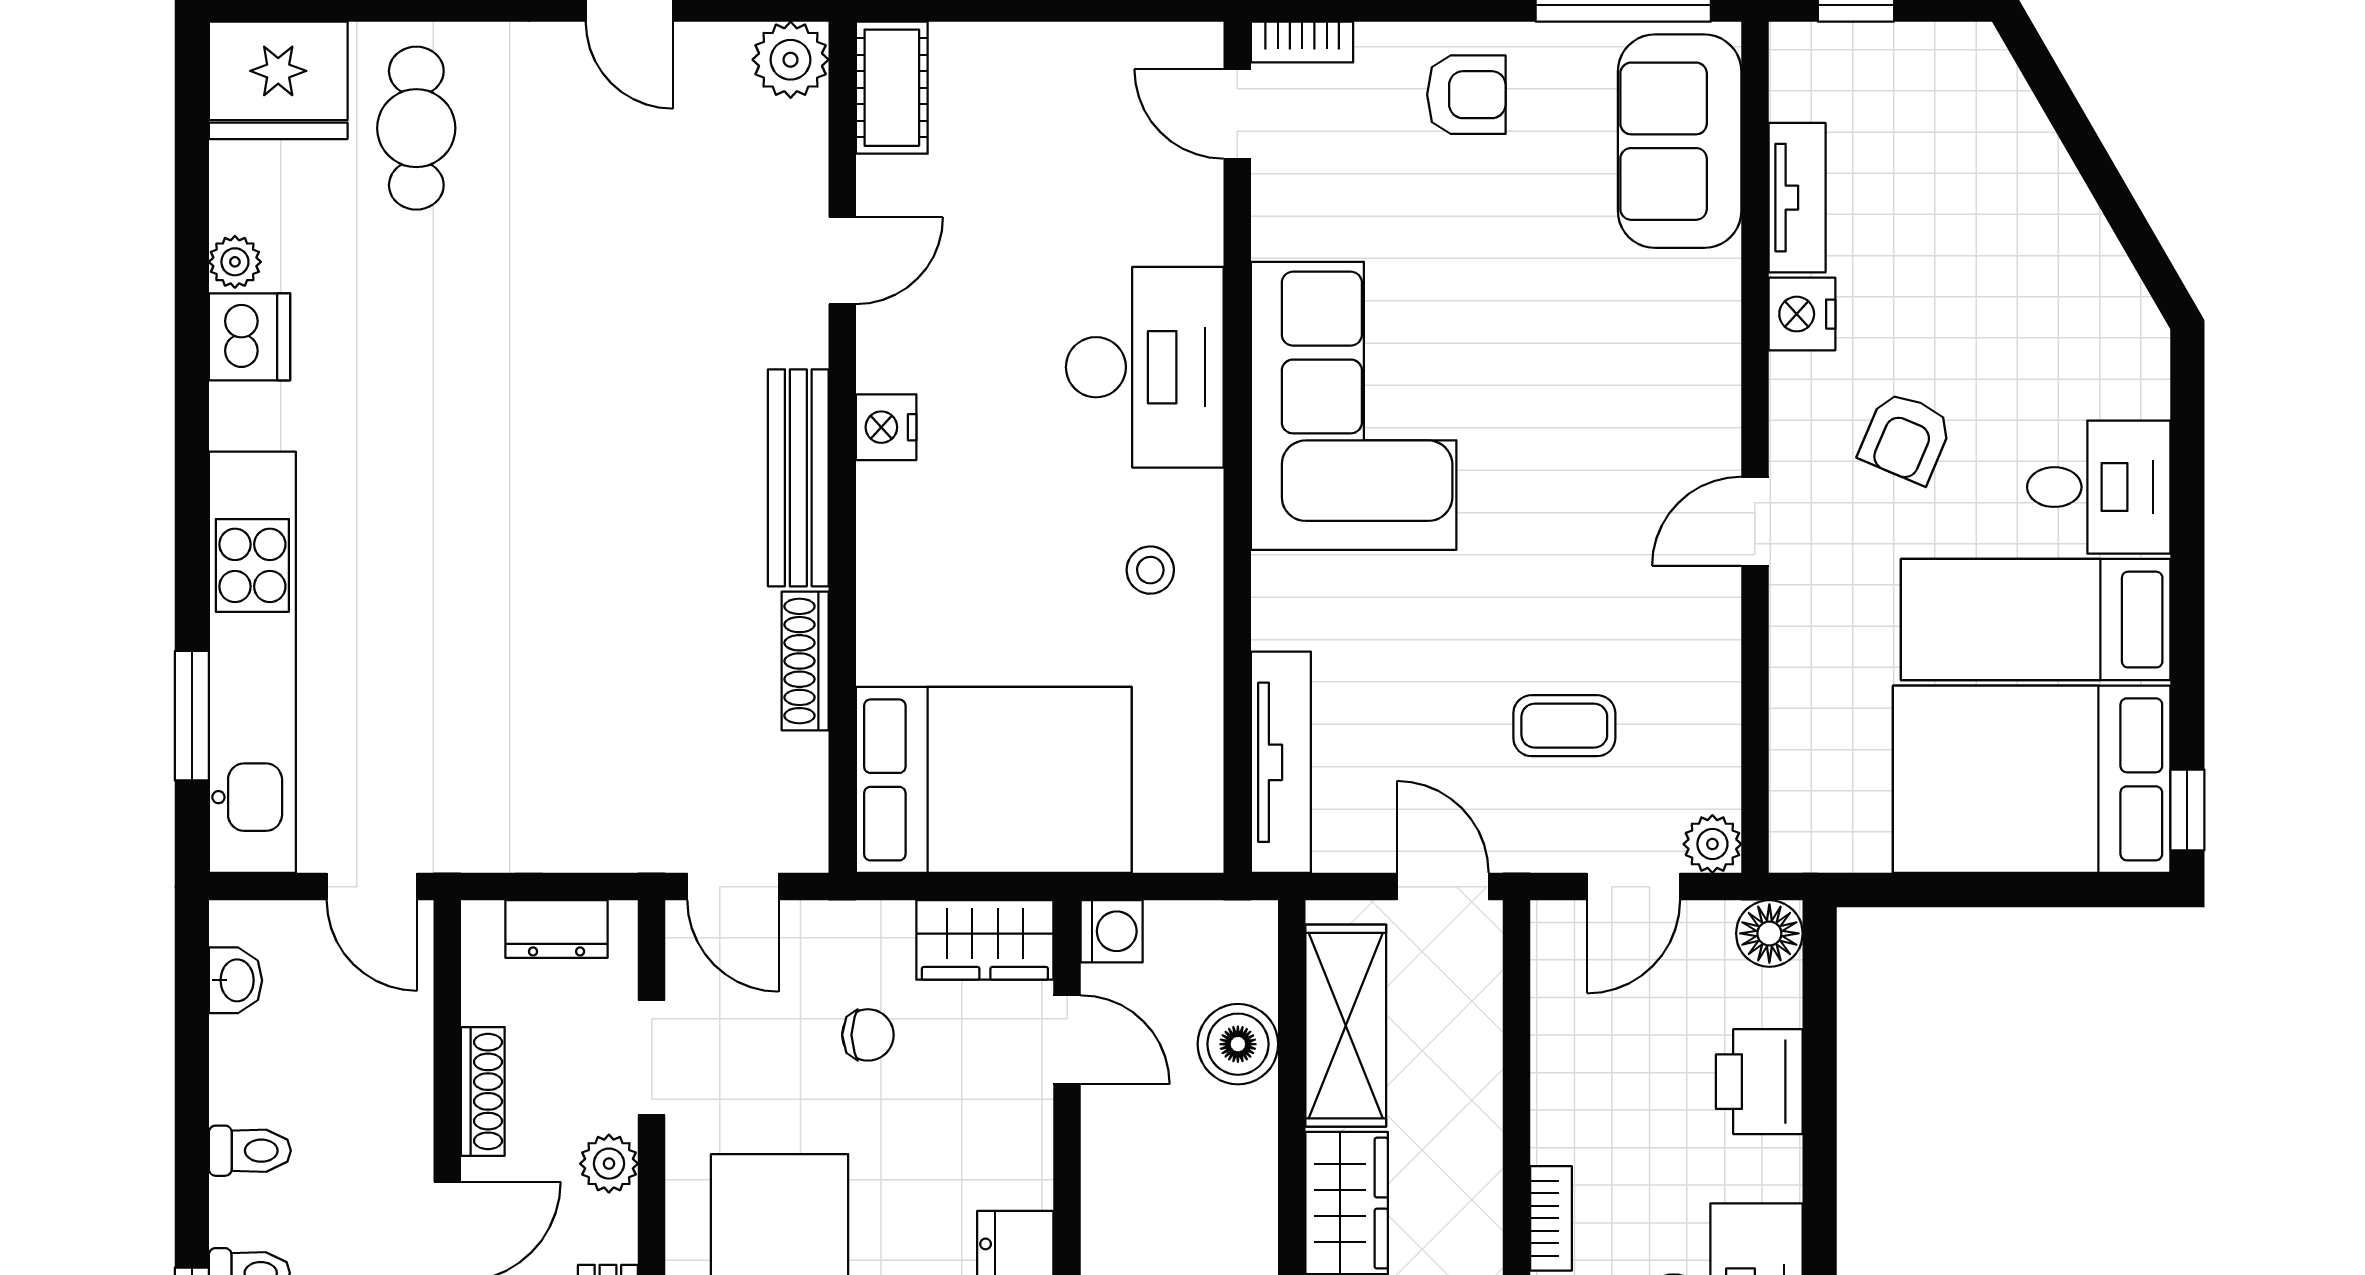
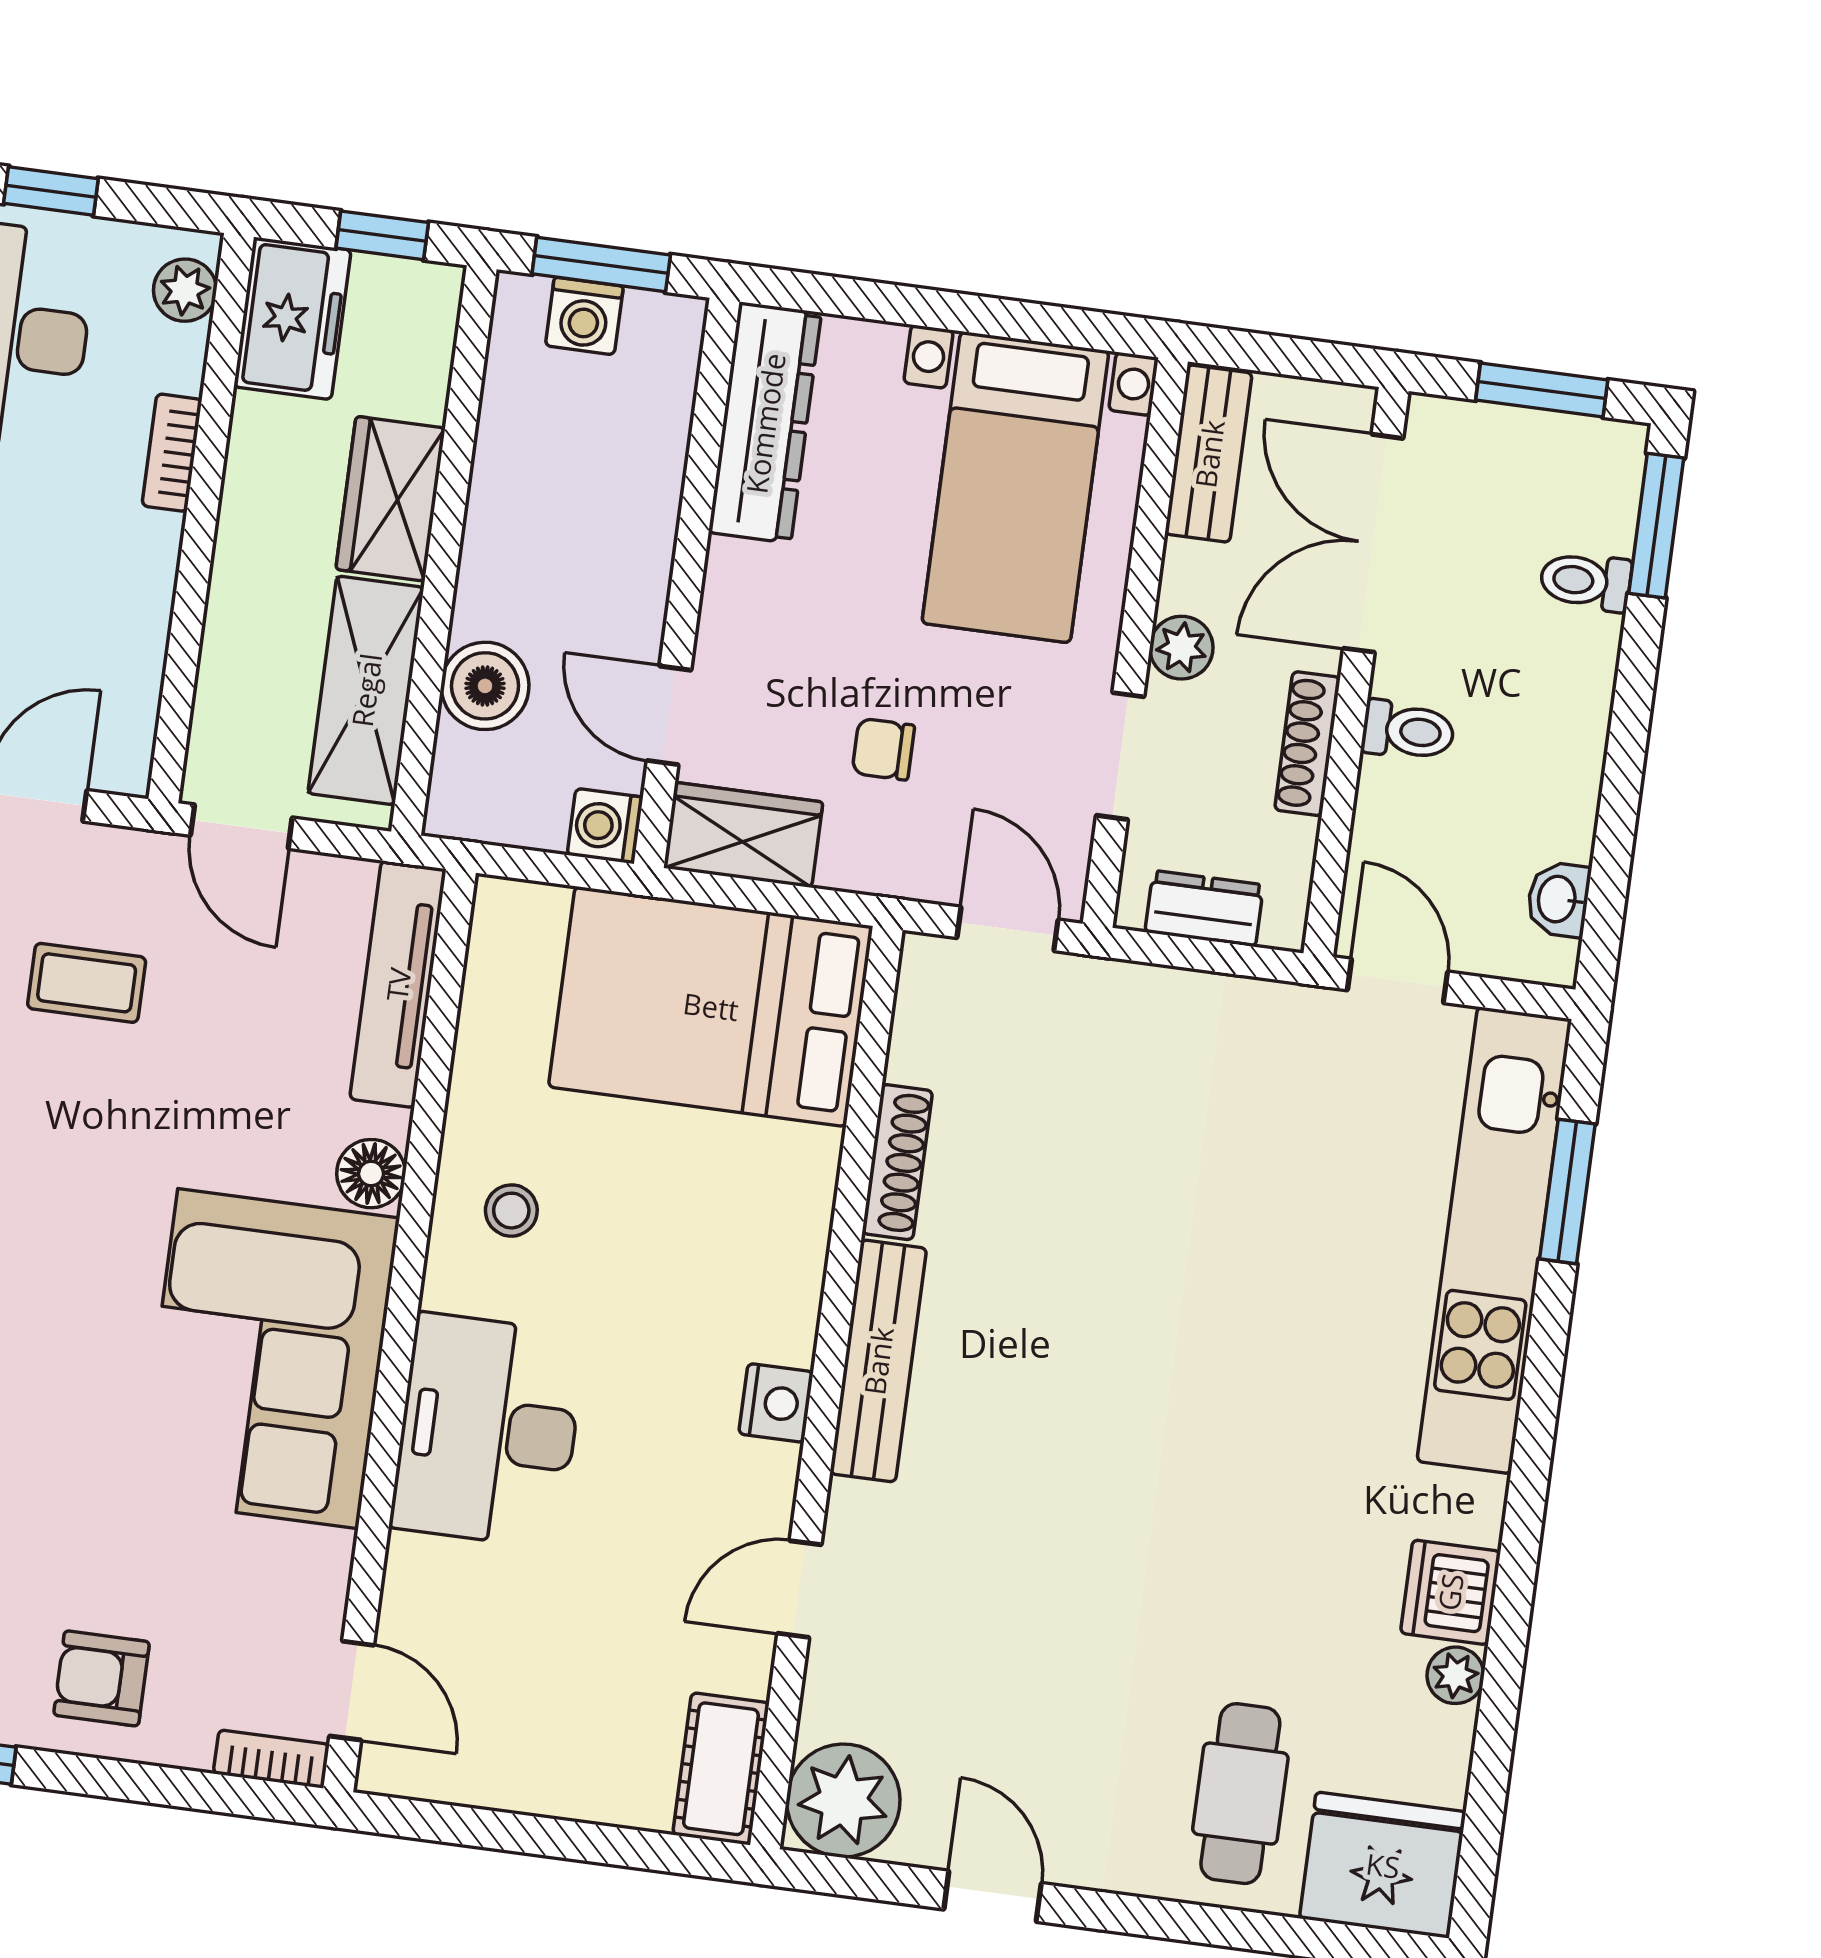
plant: (791, 60) -> (843, 1801), width x1.36, depth x1.36
floor lamp: (1282, 587) -> (371, 1174), added
toilet: (250, 1151) -> (1408, 731), moved, turned 180

